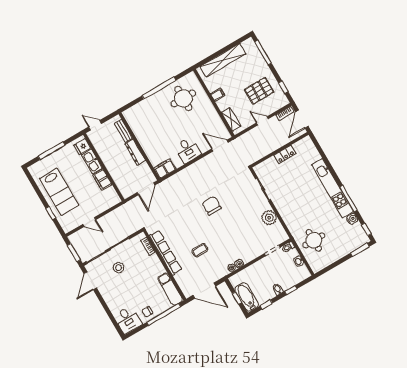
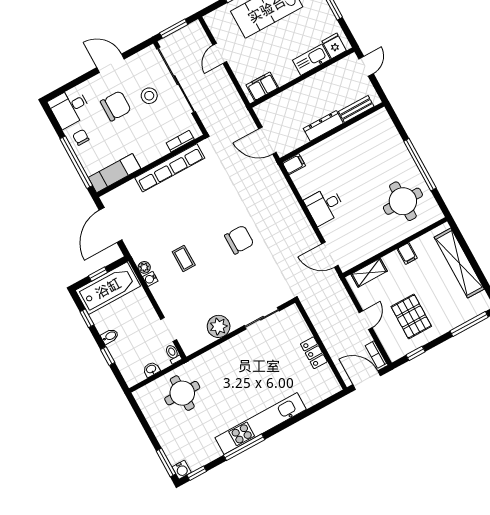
door: (220, 146) -> (330, 255), swing flipped
filing cabinet: (165, 169) -> (294, 164), width x0.50
filing cabinet: (102, 180) -> (262, 86), moved
water cooler: (352, 219) -> (182, 470), moved
coffee table: (200, 250) -> (184, 258), moved
door: (90, 281) -> (111, 63), moved
chair: (126, 289) -> (116, 106), added
bathtub: (247, 297) -> (108, 288), width x1.36, depth x1.36

